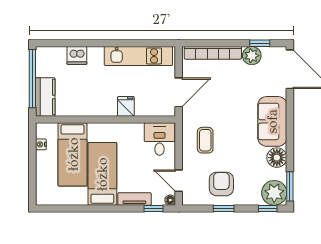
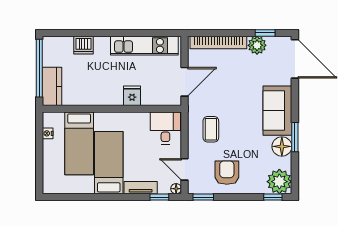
window: (290, 186) -> (295, 137), moved
window: (224, 209) -> (203, 197), moved

